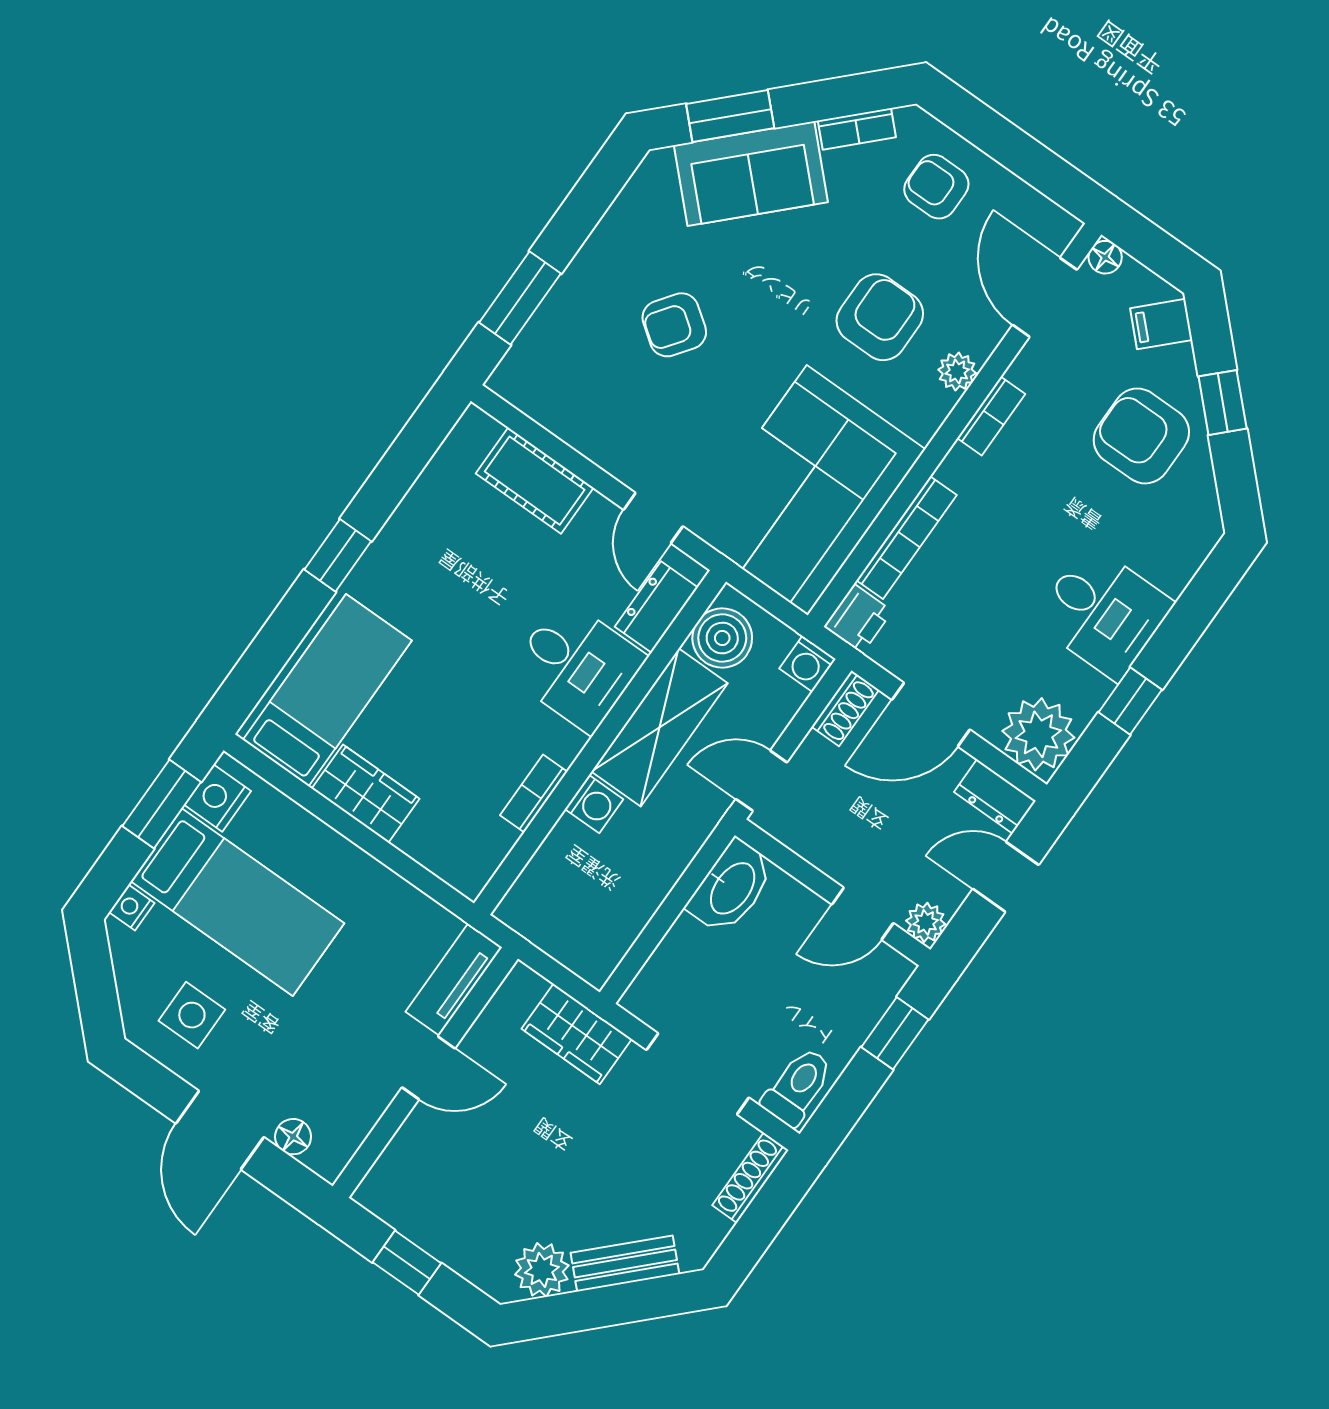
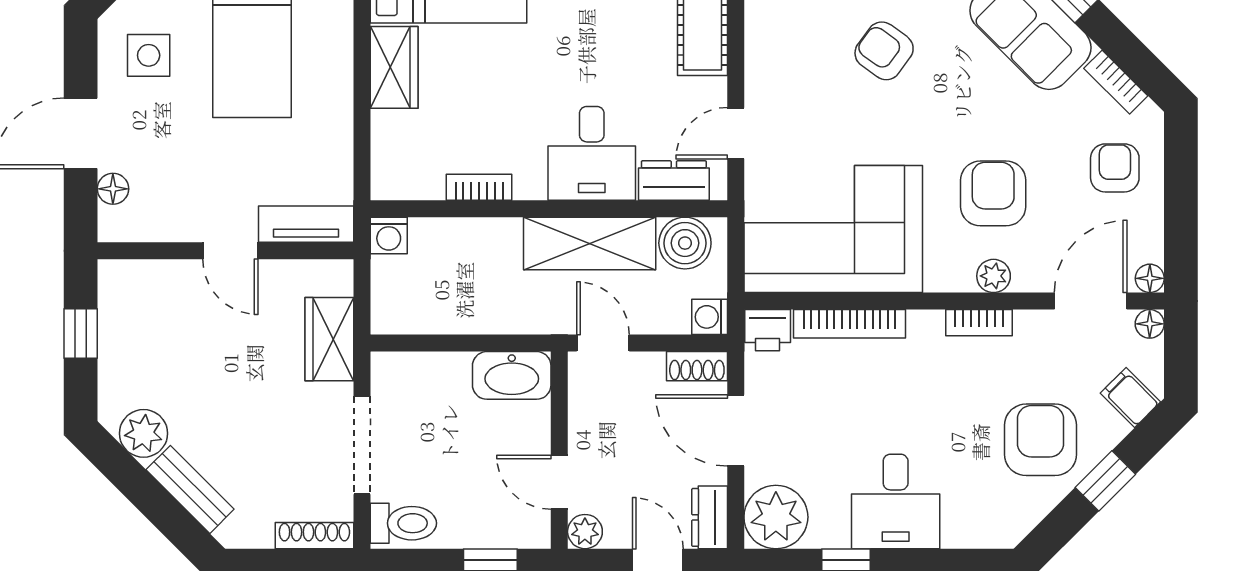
floor lamp: (1063, 227) -> (1150, 278), added
armchair: (880, 317) -> (993, 193), turned -90
washing machine: (594, 804) -> (389, 235), moved

